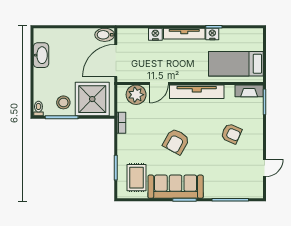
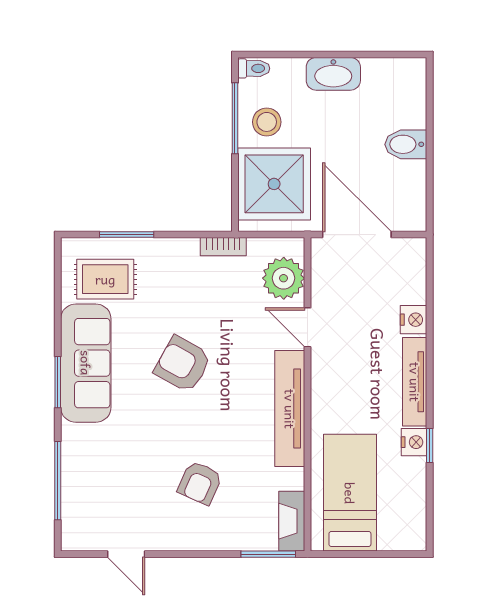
bidet: (105, 35) -> (406, 144), moved, turned -90
washbasin: (41, 55) -> (333, 74), moved

